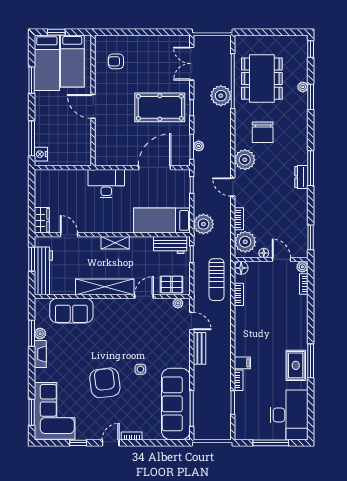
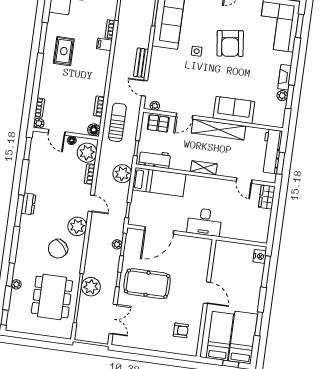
chair: (263, 132) -> (58, 249), turned -135
sofa: (71, 311) -> (234, 110), moved
rug: (296, 365) -> (64, 51), moved

